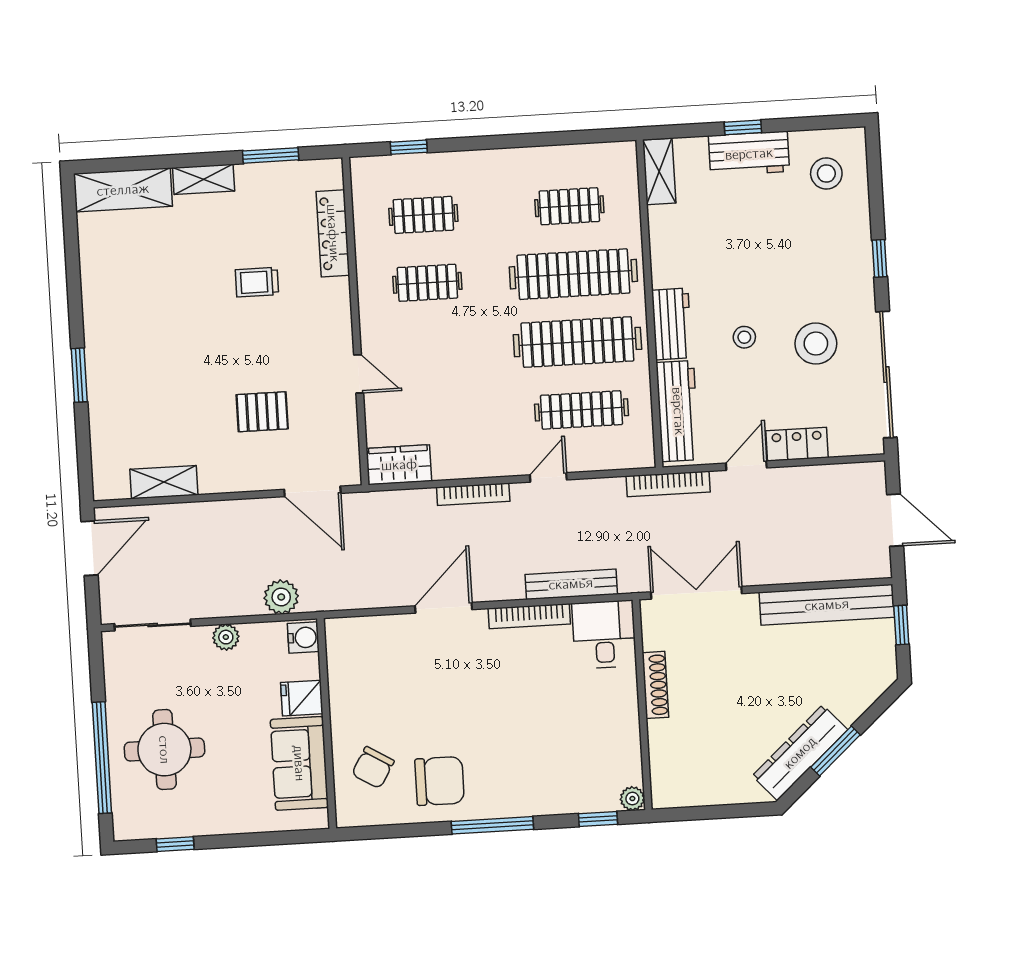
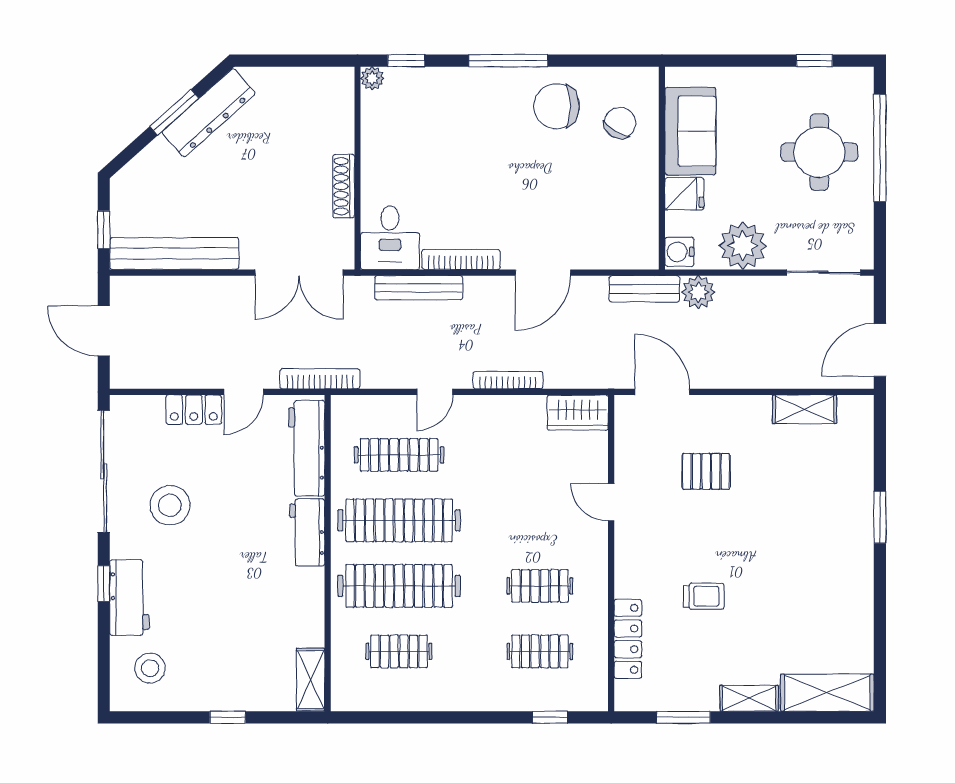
workbench: (749, 154) -> (129, 598), moved, turned 90
stool: (744, 337) -> (238, 515), removed
bench: (337, 597) -> (644, 289), added
plant: (226, 637) -> (743, 246), width x1.88, depth x1.88

